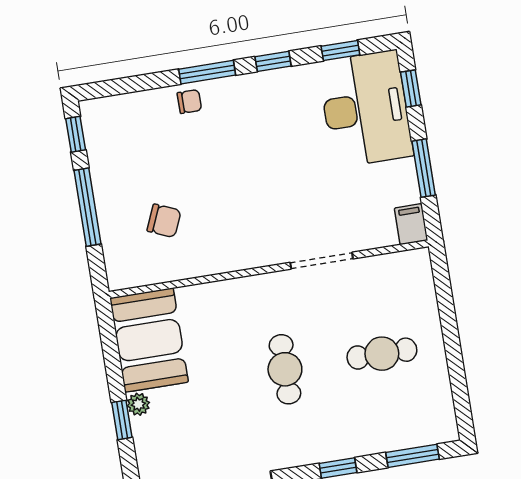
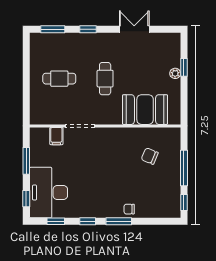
filing cabinet: (411, 224) -> (56, 136), moved
booth: (149, 340) -> (145, 110), moved, turned 90

